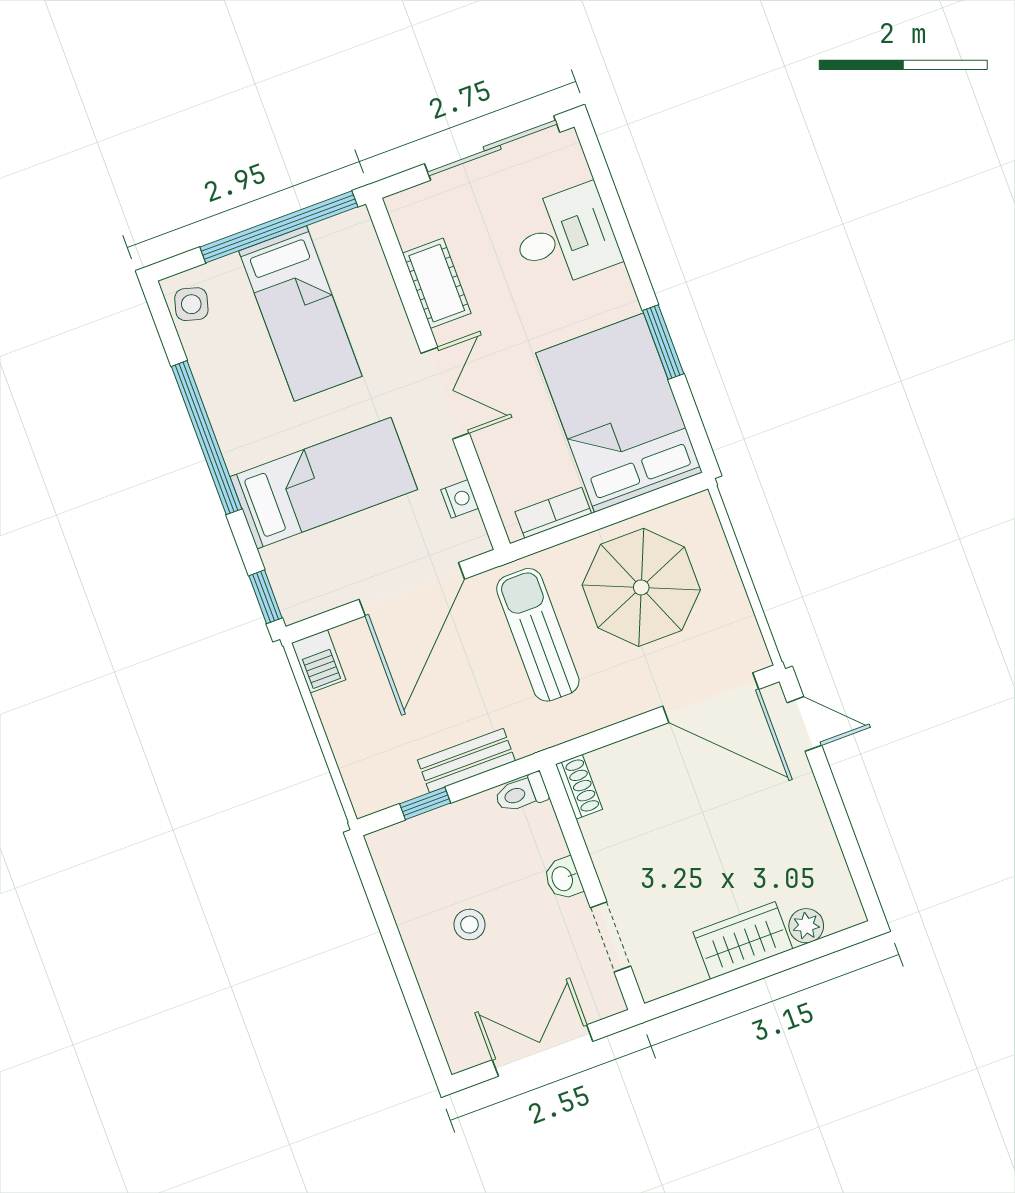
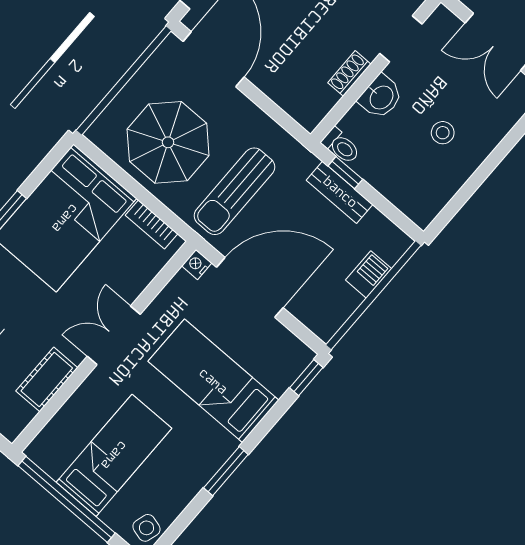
window: (207, 438) -> (226, 471), width x0.47
nightstand: (460, 499) -> (197, 264), moved
barbecue: (319, 661) -> (369, 274), moved
shoe rack: (579, 787) -> (349, 73), moved
window: (425, 803) -> (345, 173), moved
washbasin: (563, 878) -> (381, 97), width x1.38, depth x1.45

